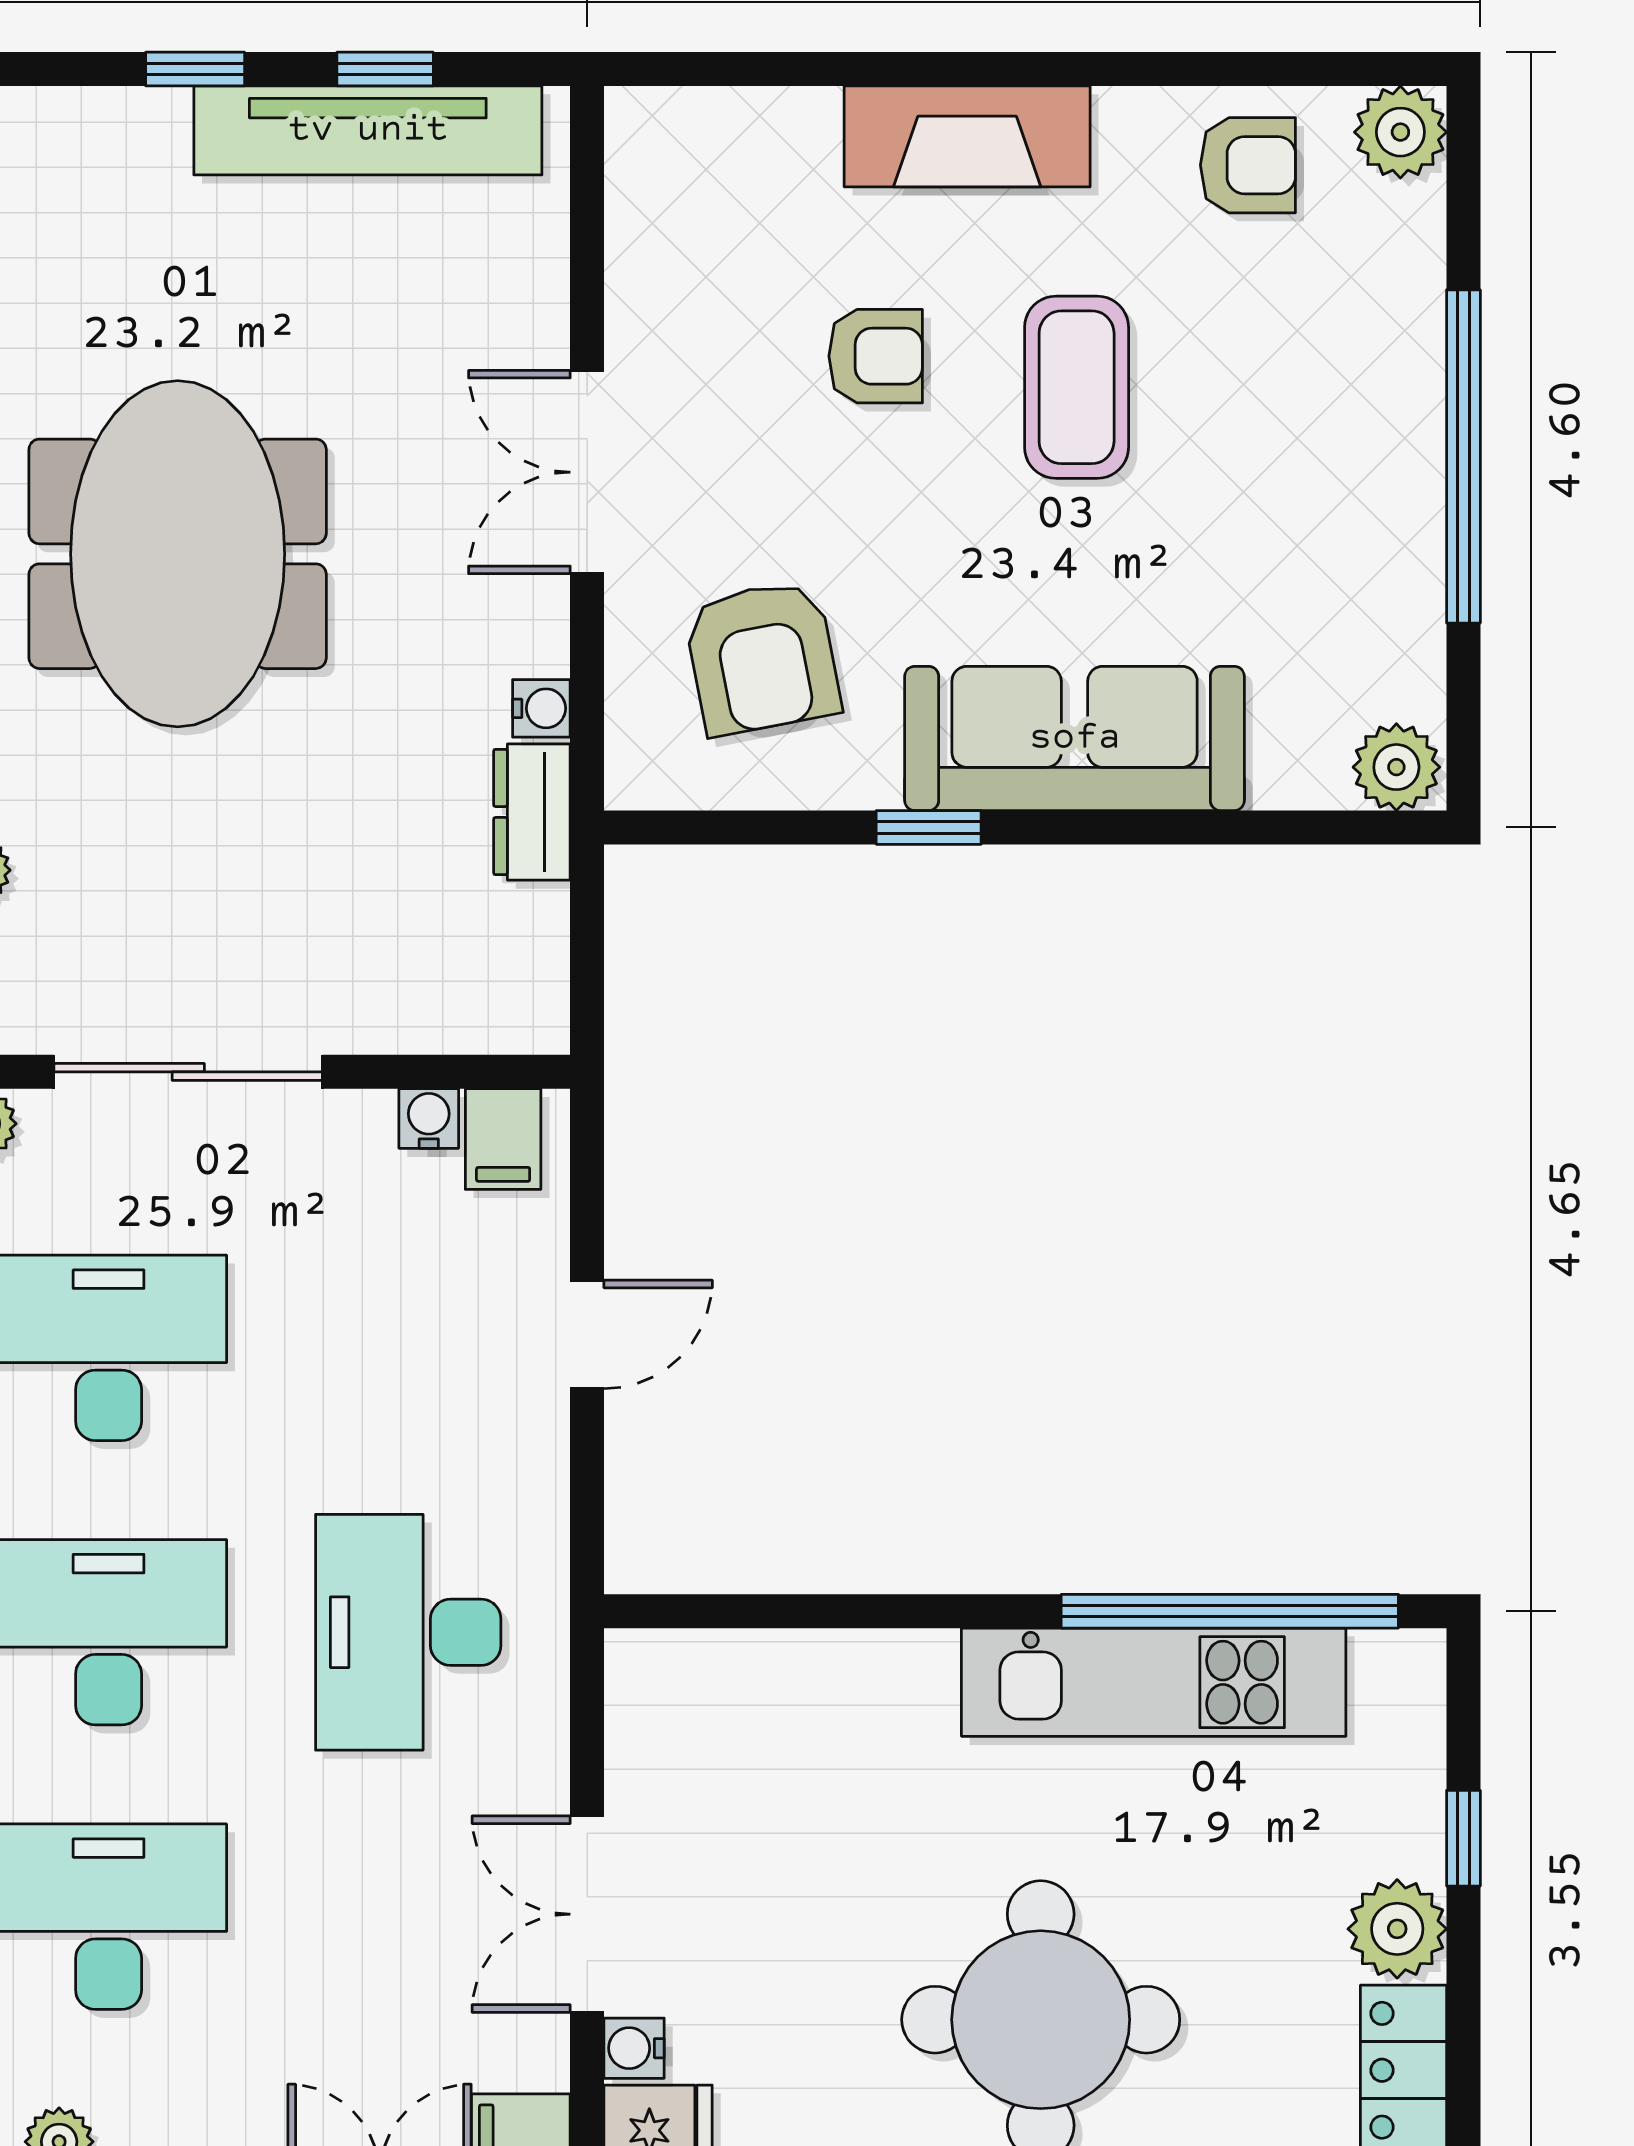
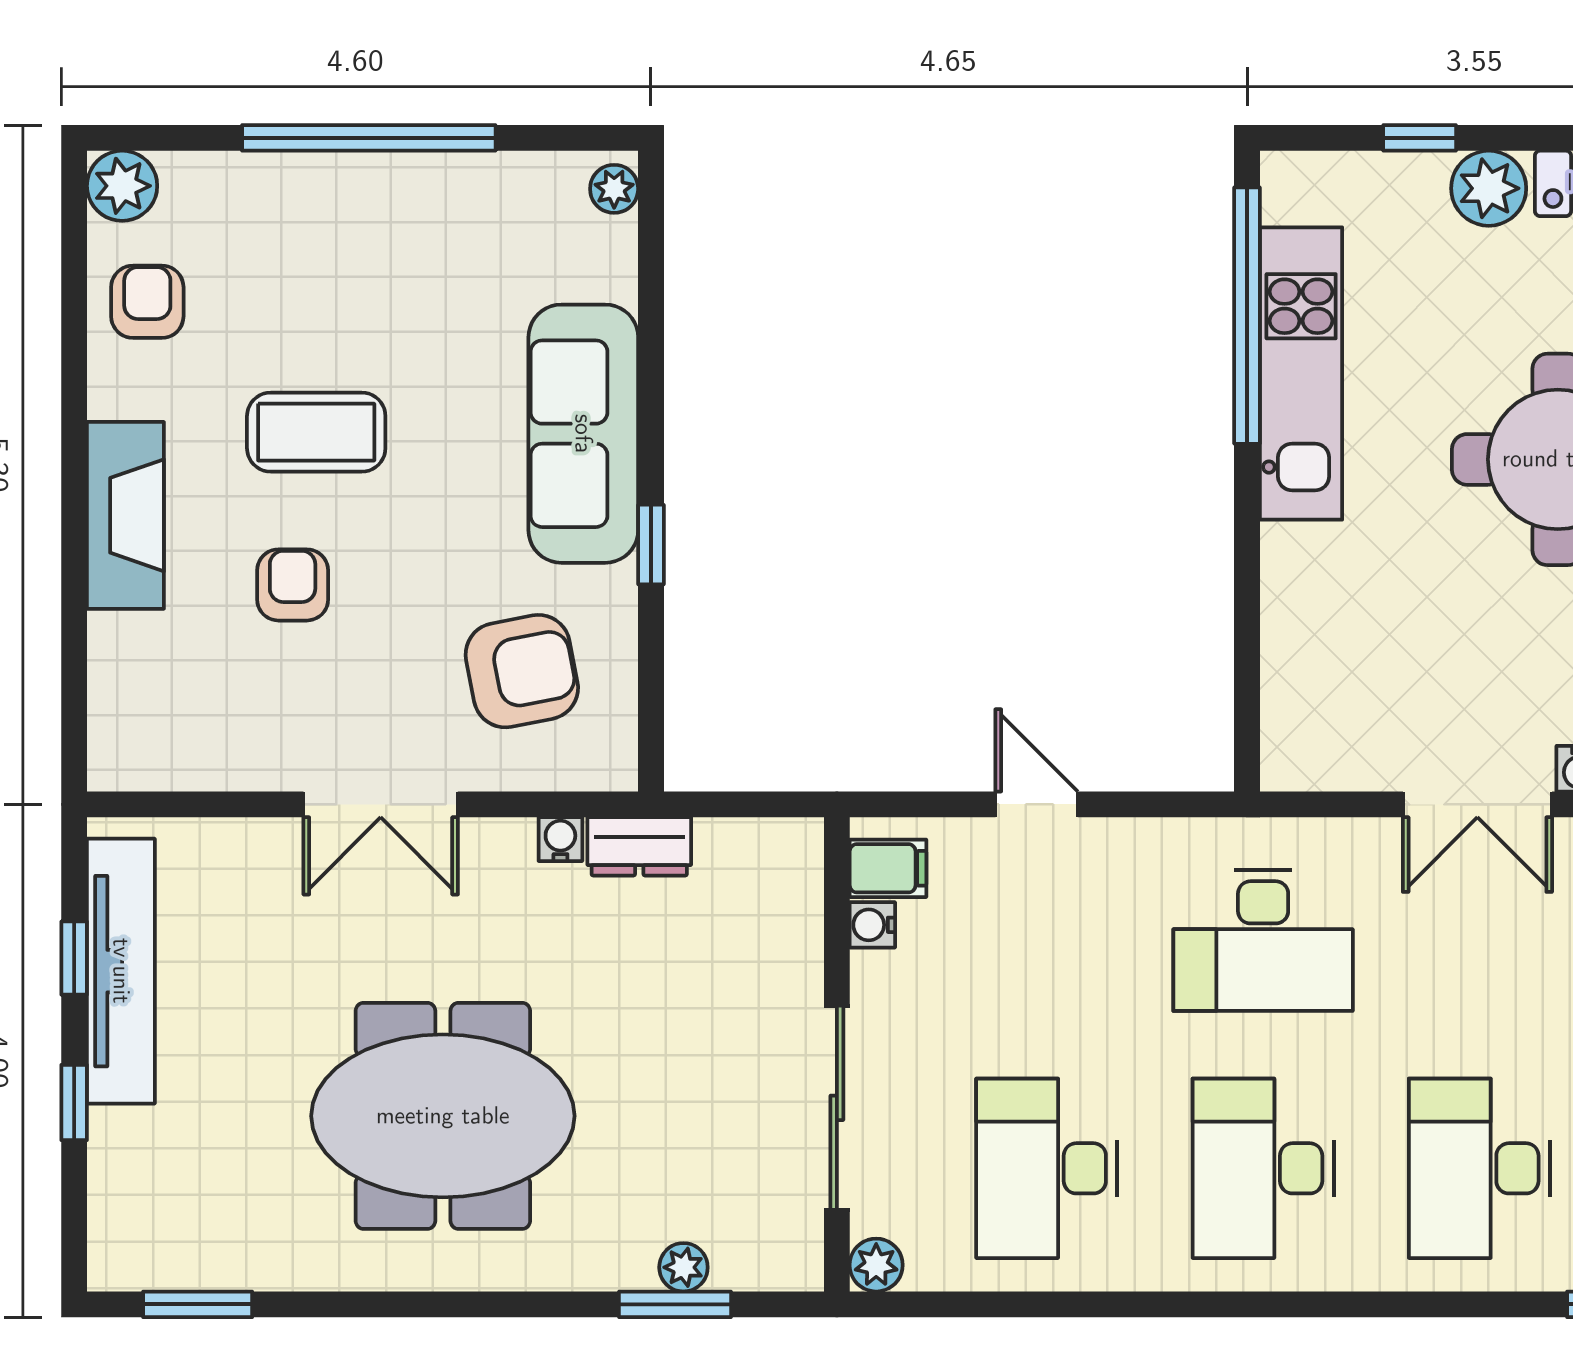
plant: (1396, 767) -> (614, 189), width x0.73, depth x0.73

